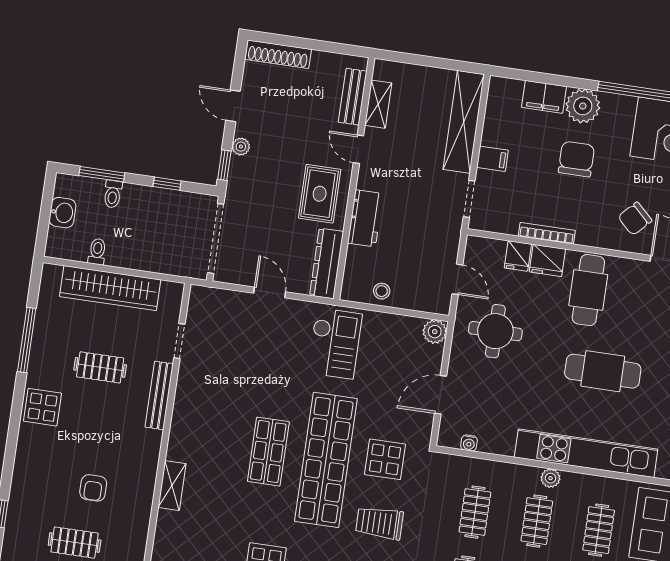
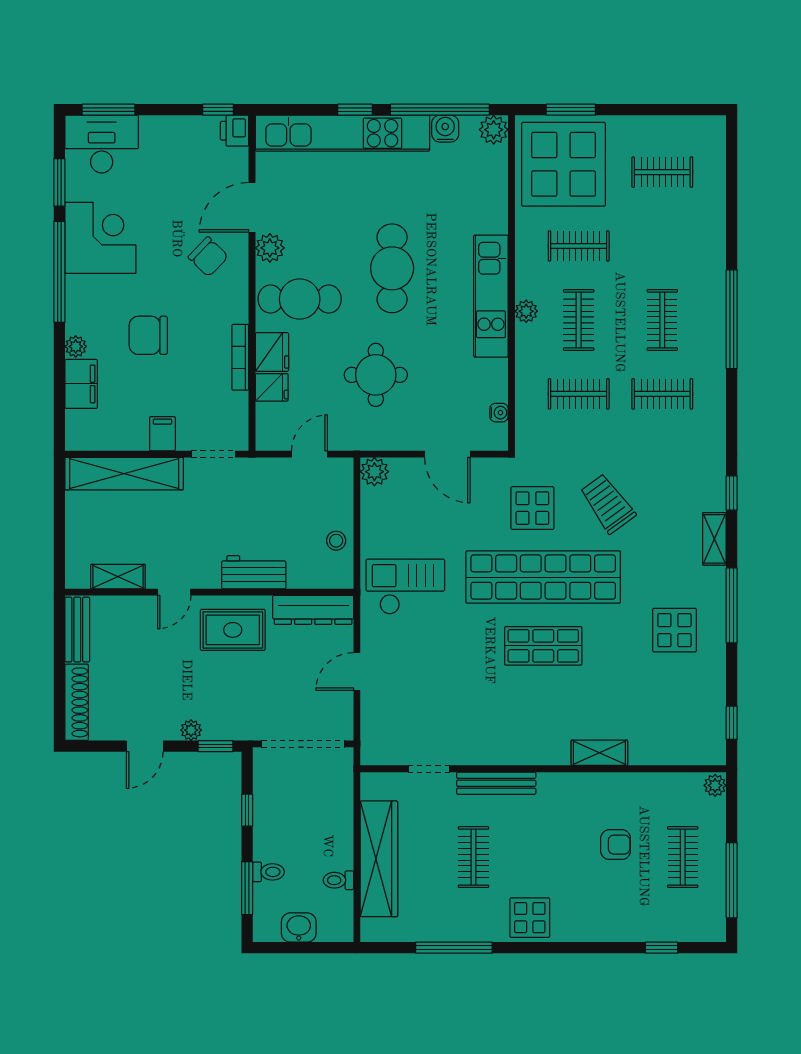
bench: (353, 97) -> (77, 630), moved, turned 90
plant: (583, 106) -> (76, 346), width x0.53, depth x0.53
plant: (635, 271) -> (270, 248), added
round table: (495, 331) -> (376, 375), moved
kitchen unit: (586, 453) -> (491, 296), width x0.73
clothes rail: (537, 521) -> (579, 320), turned 90
trolley: (379, 523) -> (608, 504), turned 144

